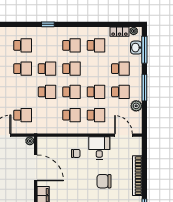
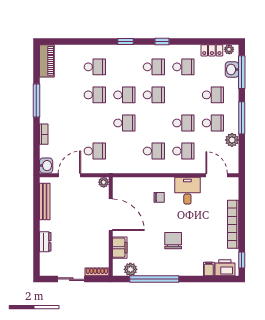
window: (78, 24) -> (162, 42), added
school desk: (72, 92) -> (154, 123), removed
chair: (104, 181) -> (173, 241), moved, turned 90

